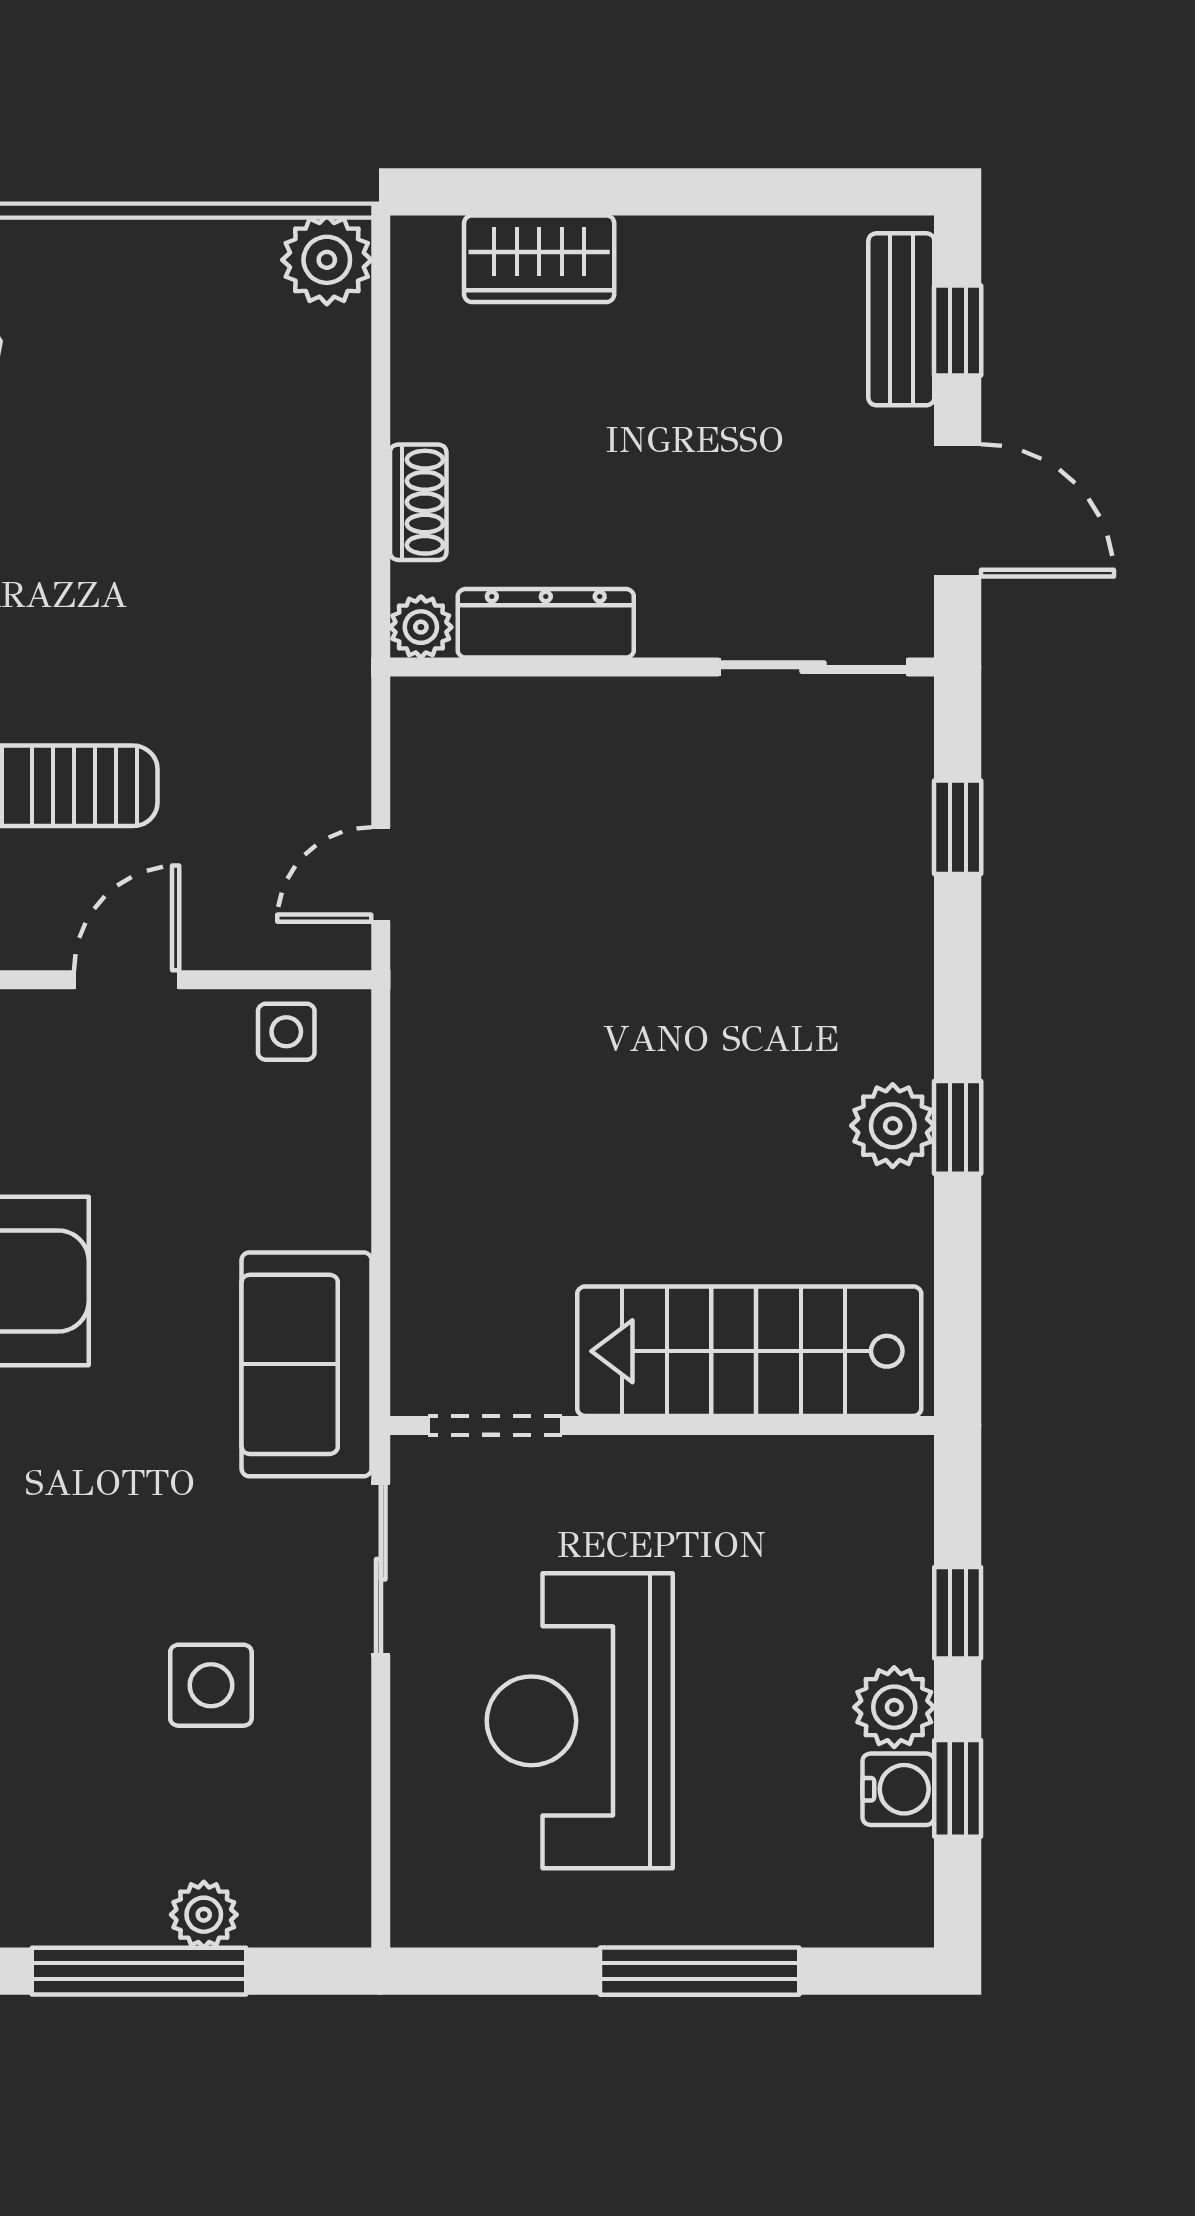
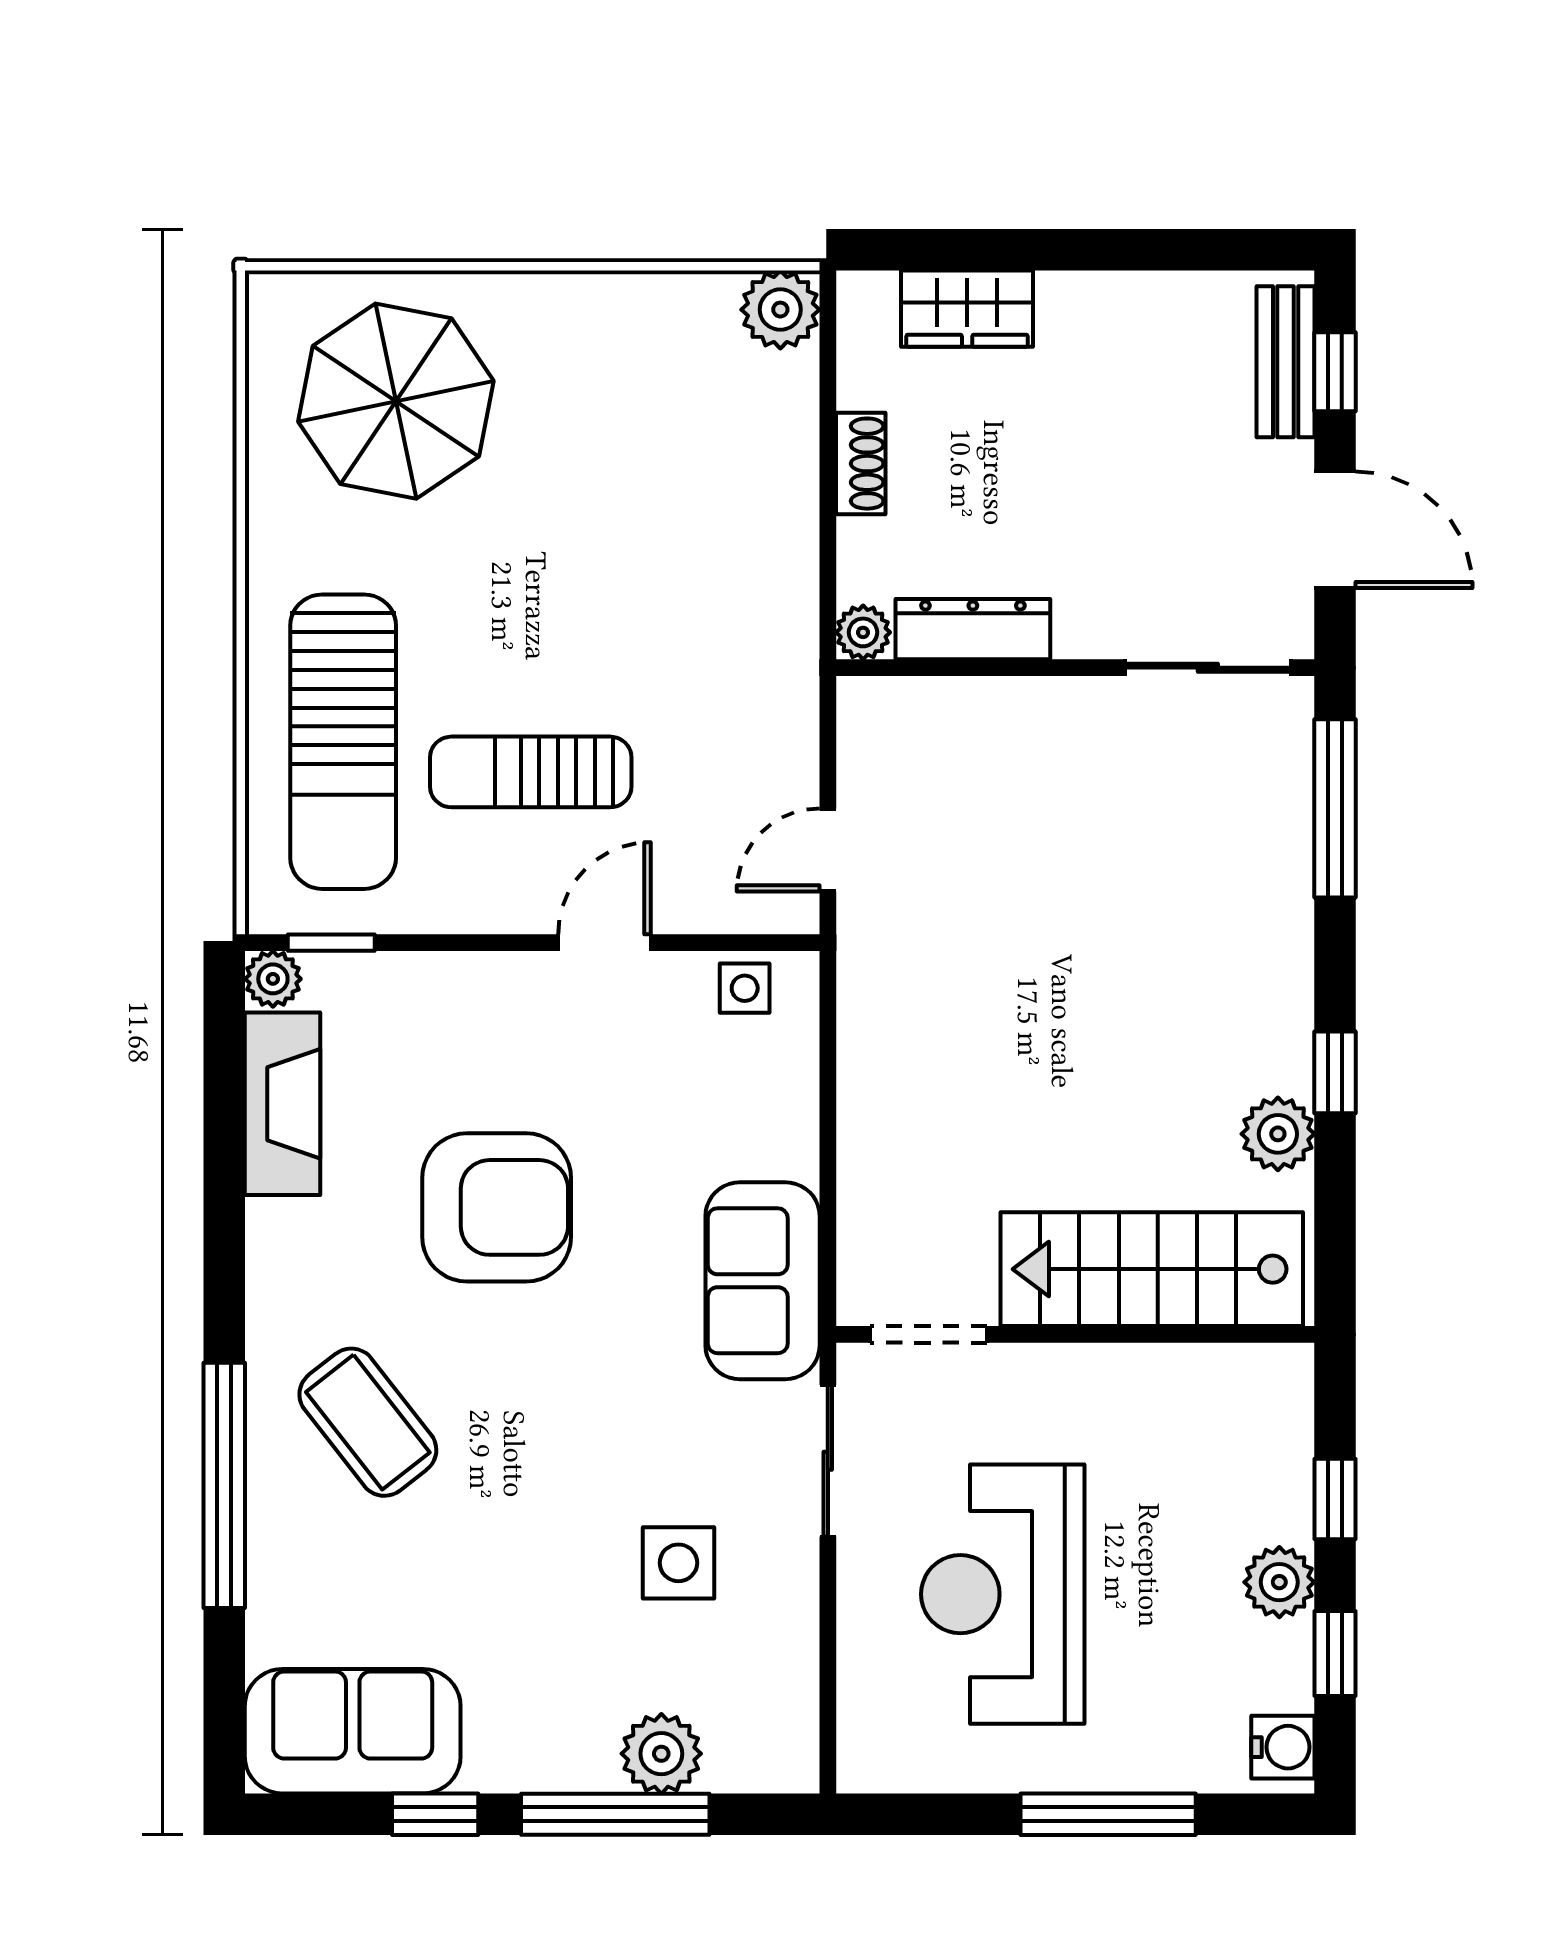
shoe rack: (418, 502) -> (861, 464), moved
window: (958, 827) -> (1335, 808), width x2.17
plant: (893, 1126) -> (1278, 1134), moved
water cooler: (898, 1789) -> (1283, 1747), moved
plant: (204, 1915) -> (661, 1754), width x1.38, depth x1.38

